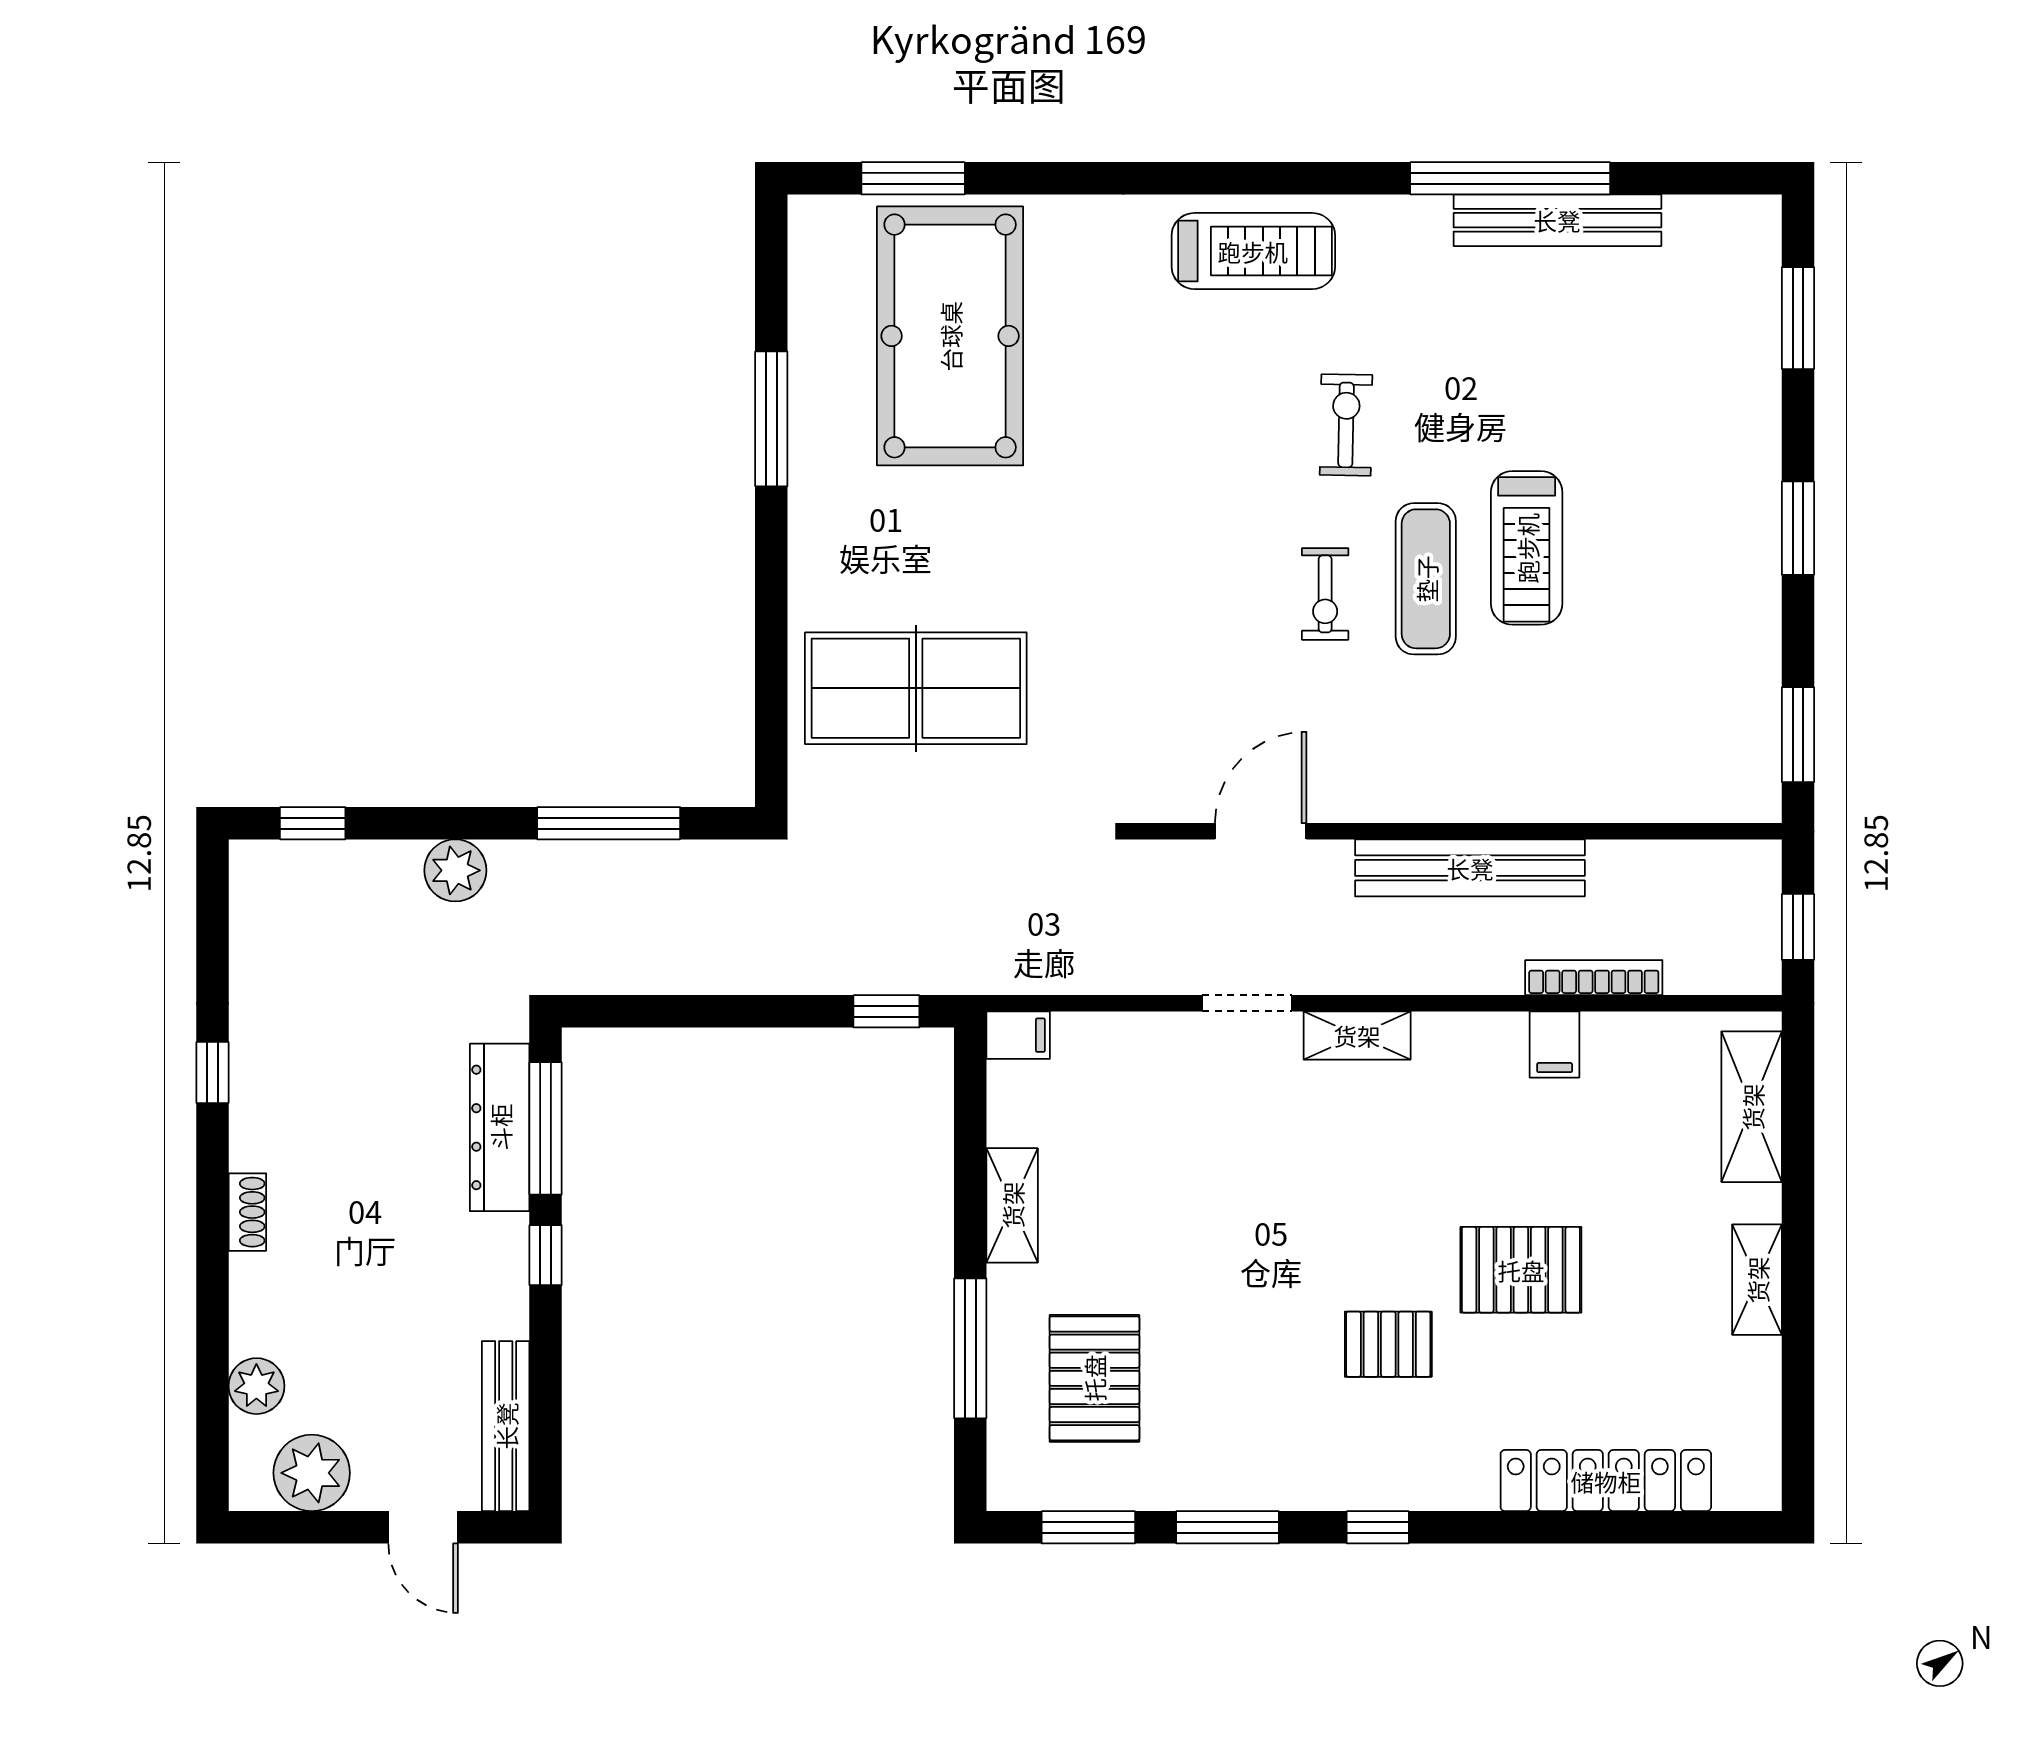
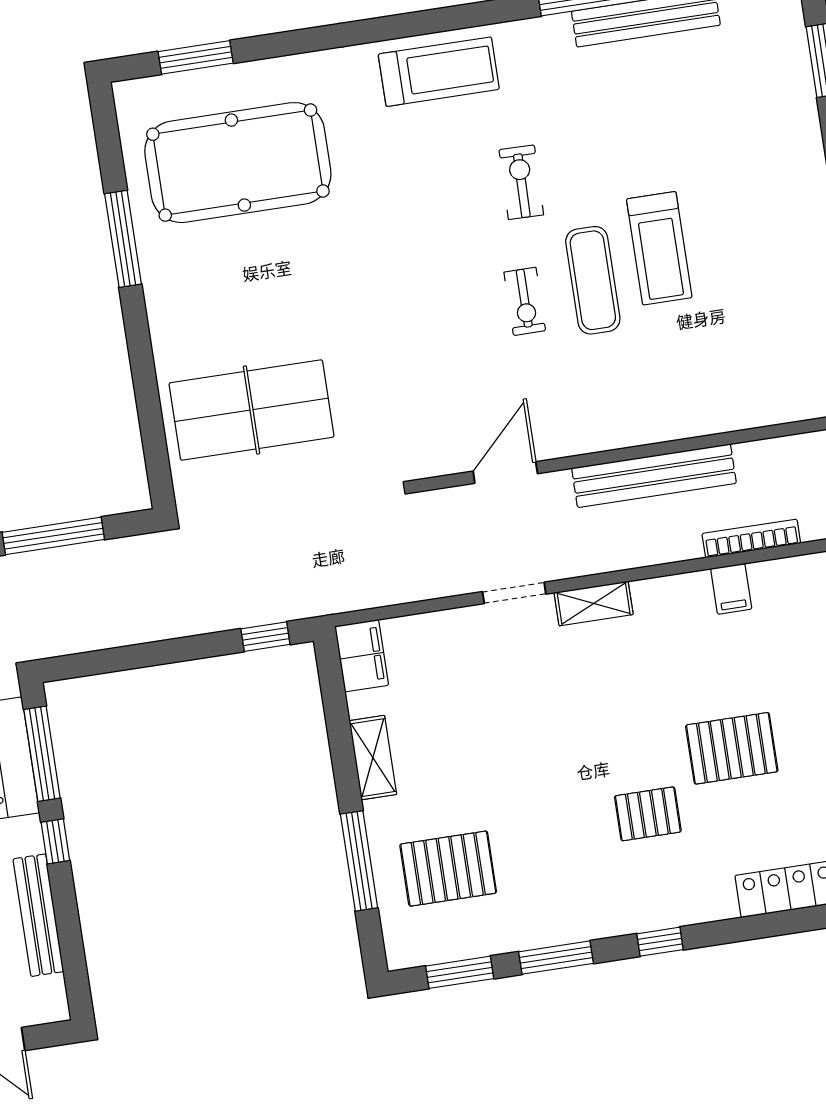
pool table: (950, 336) -> (238, 163), turned 90
filing cabinet: (1018, 1035) -> (362, 656), width x2.00
pallet: (1094, 1378) -> (448, 869), turned 90
bench: (506, 1426) -> (38, 915), moved

